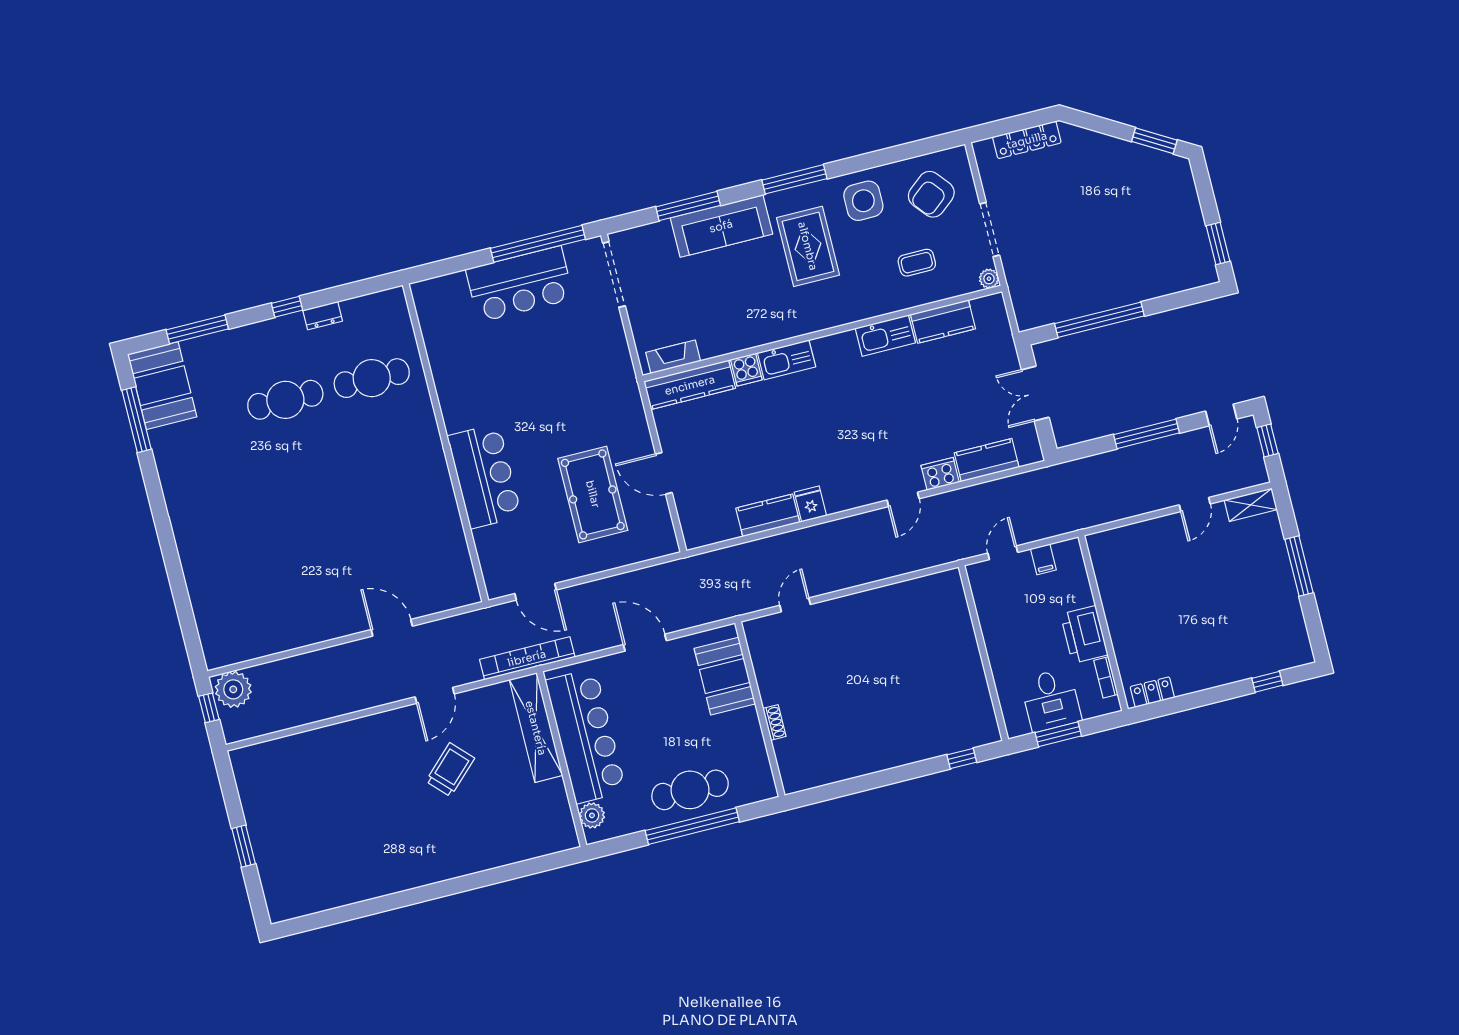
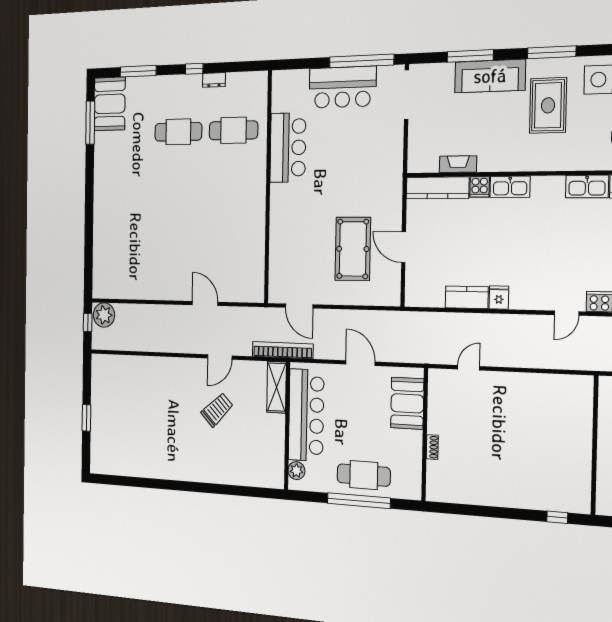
fireplace: (673, 357) -> (458, 164), moved
bar counter: (484, 476) -> (288, 148), moved
shelving: (536, 728) -> (277, 387), width x0.68

